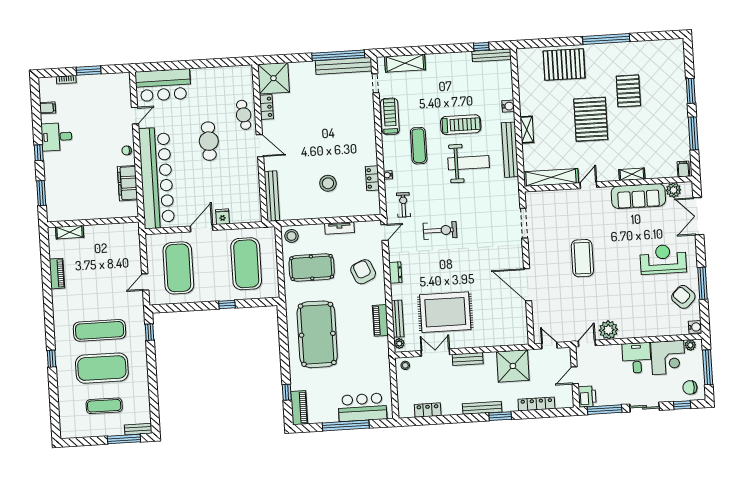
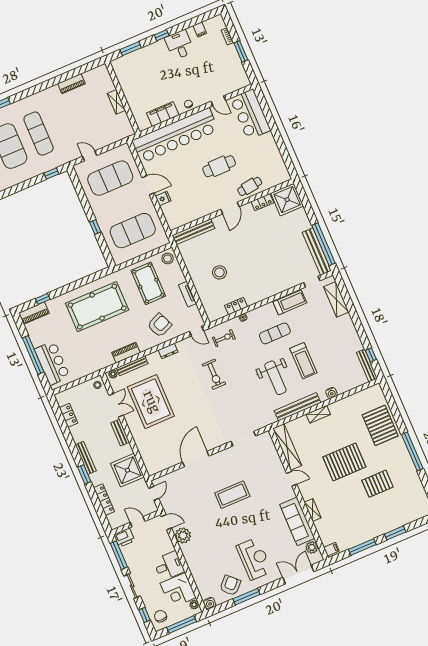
shelving: (70, 232) -> (116, 102), moved

